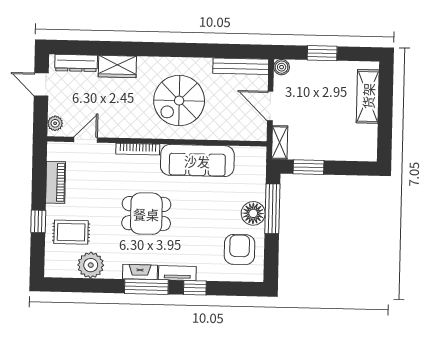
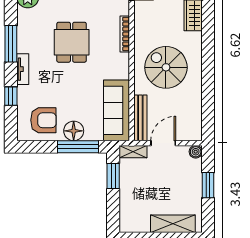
bench: (241, 66) -> (140, 118), moved
sofa: (197, 161) -> (117, 110), moved
fireplace: (140, 272) -> (23, 38), removed
window: (195, 288) -> (11, 96), moved

